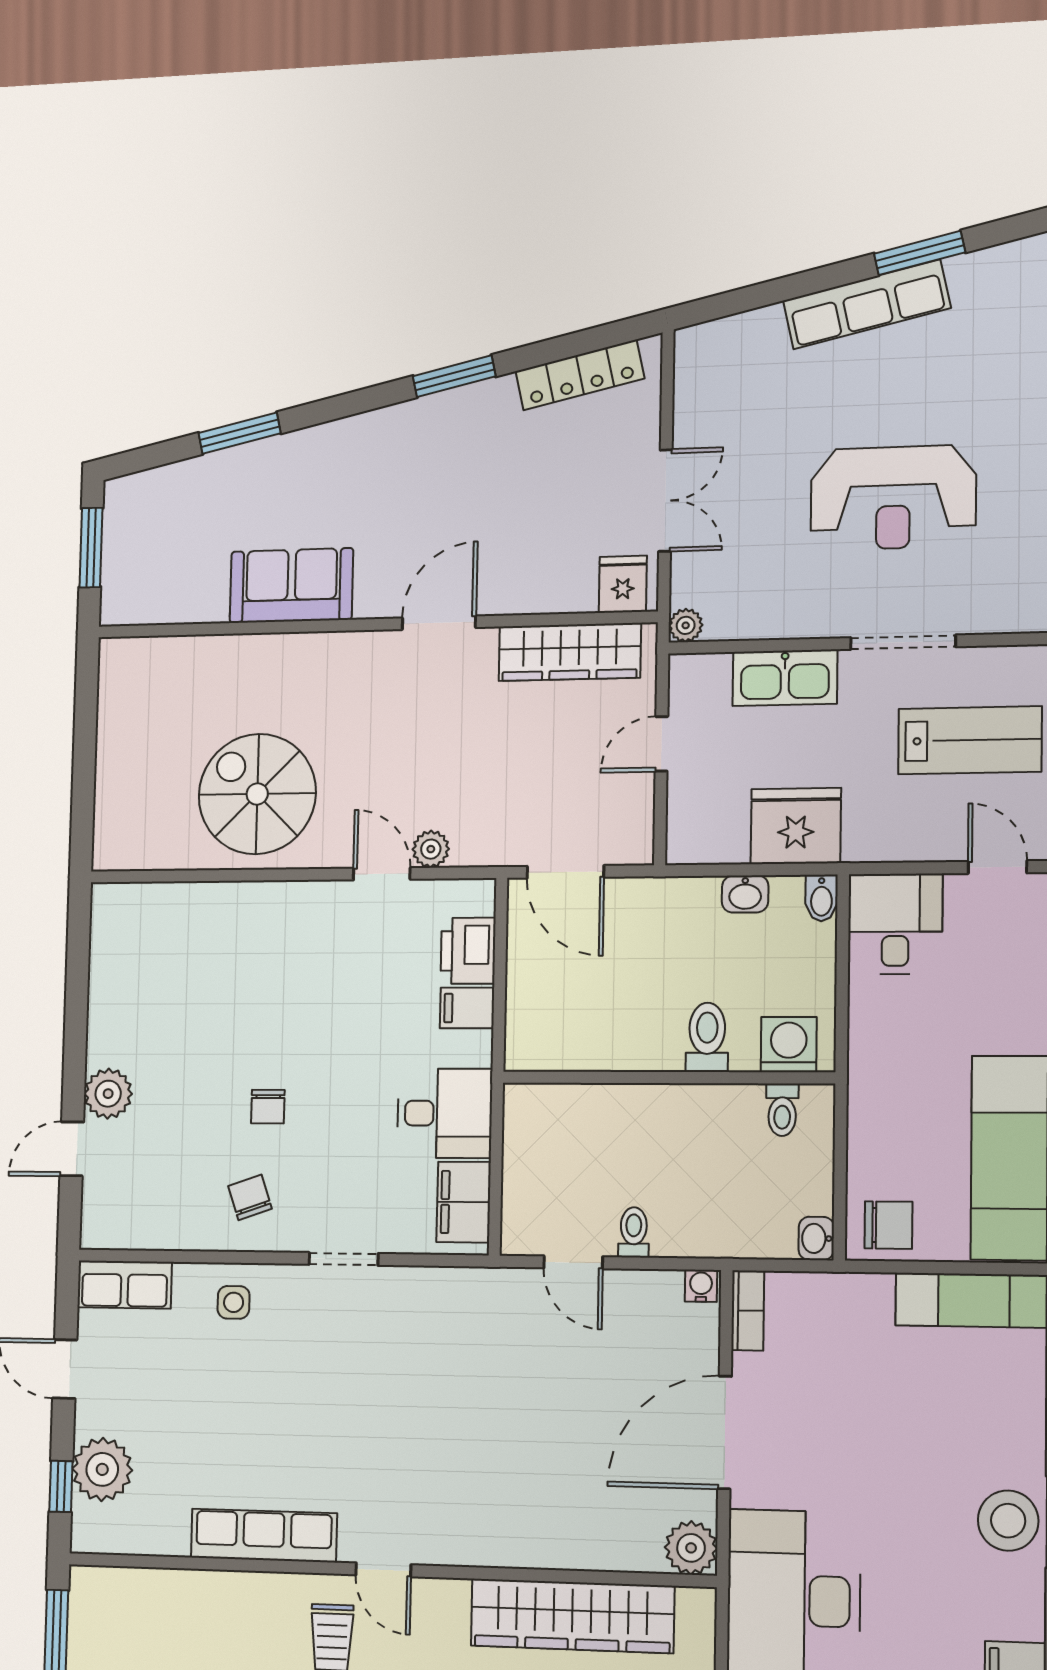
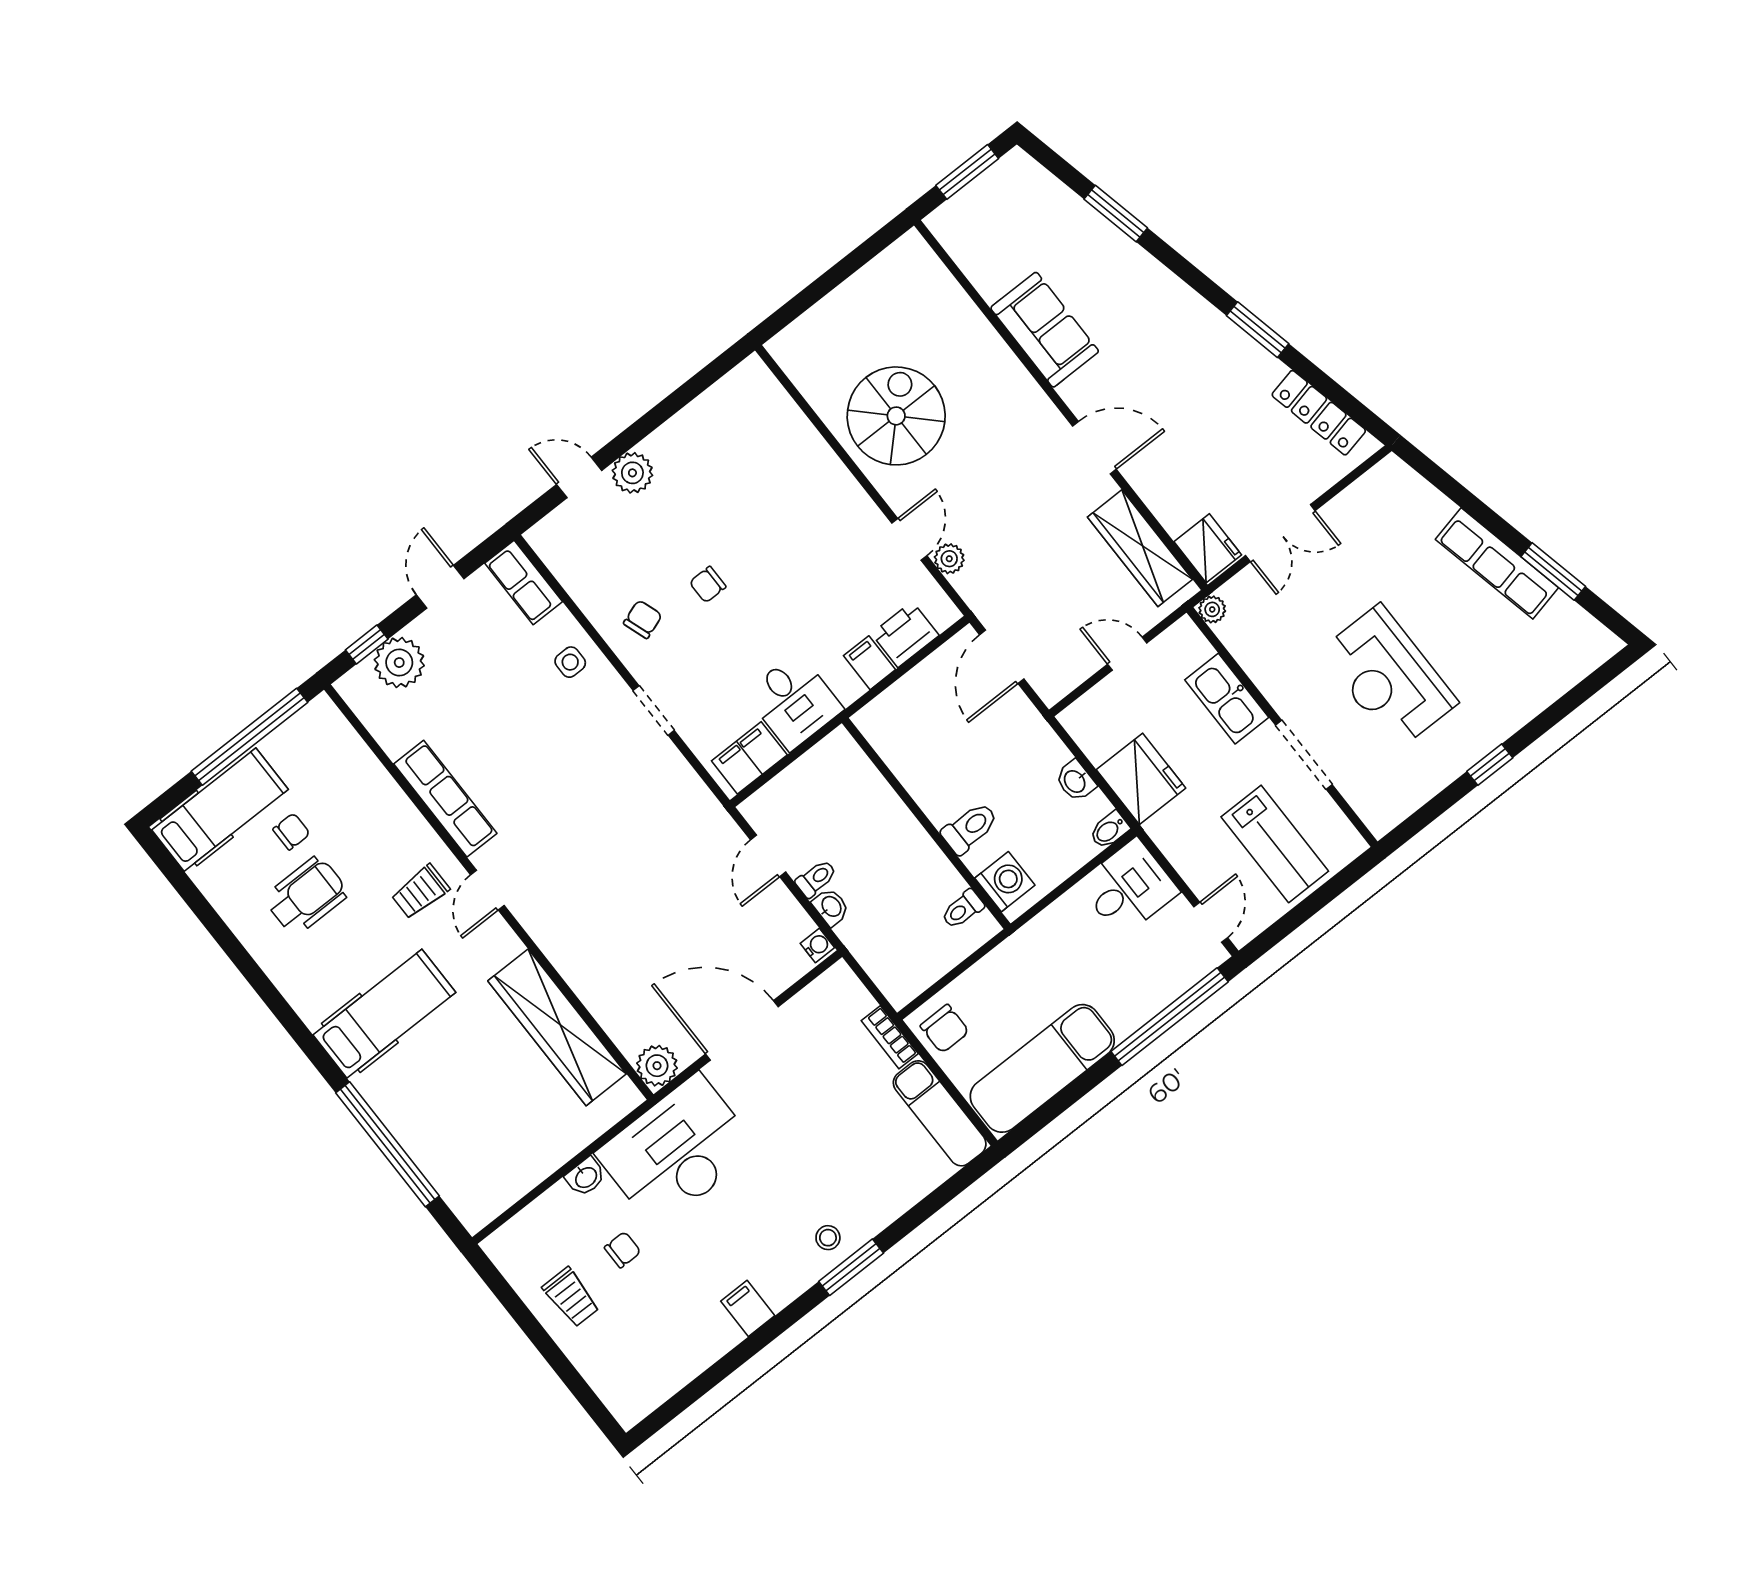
fridge: (623, 584) -> (1208, 548), width x1.38
washbasin: (816, 1238) -> (831, 907), moved, turned 90
bookcase: (748, 1310) -> (890, 1037), moved, turned 90
stool: (1008, 1521) -> (828, 1238), width x0.53, depth x0.53

